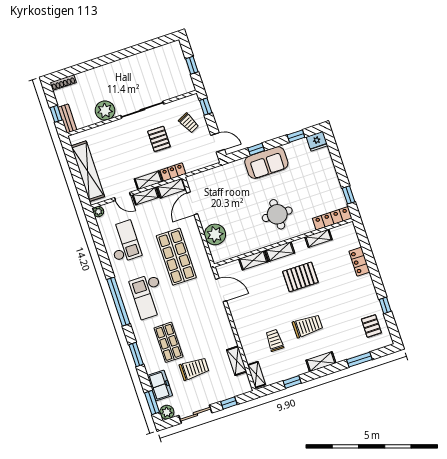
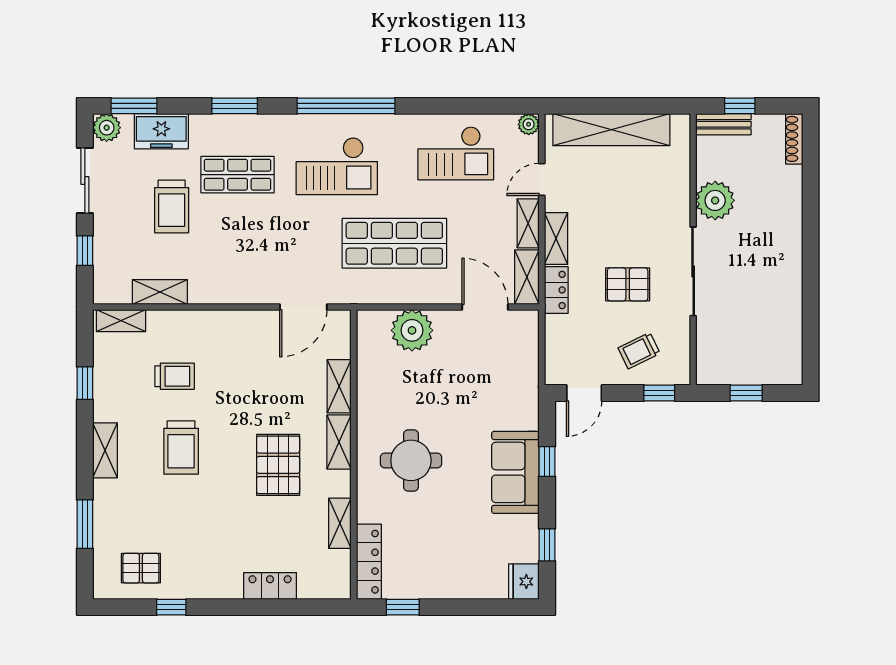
checkout: (149, 296) -> (337, 166), turned 180

